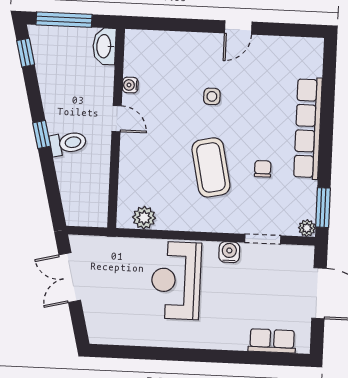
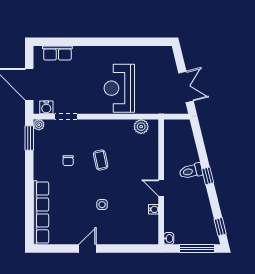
washbasin: (104, 46) -> (169, 238), width x0.52, depth x0.69
row of seats: (308, 128) -> (41, 212), moved
coffee table: (211, 167) -> (101, 160), width x0.54, depth x0.58
water cooler: (229, 252) -> (46, 107), moved
reception desk: (176, 280) -> (119, 88), turned 180

